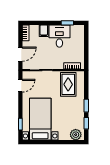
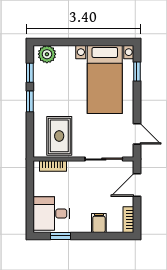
desk: (59, 36) -> (51, 214), moved, turned 90
door: (20, 86) -> (137, 134), swing flipped

